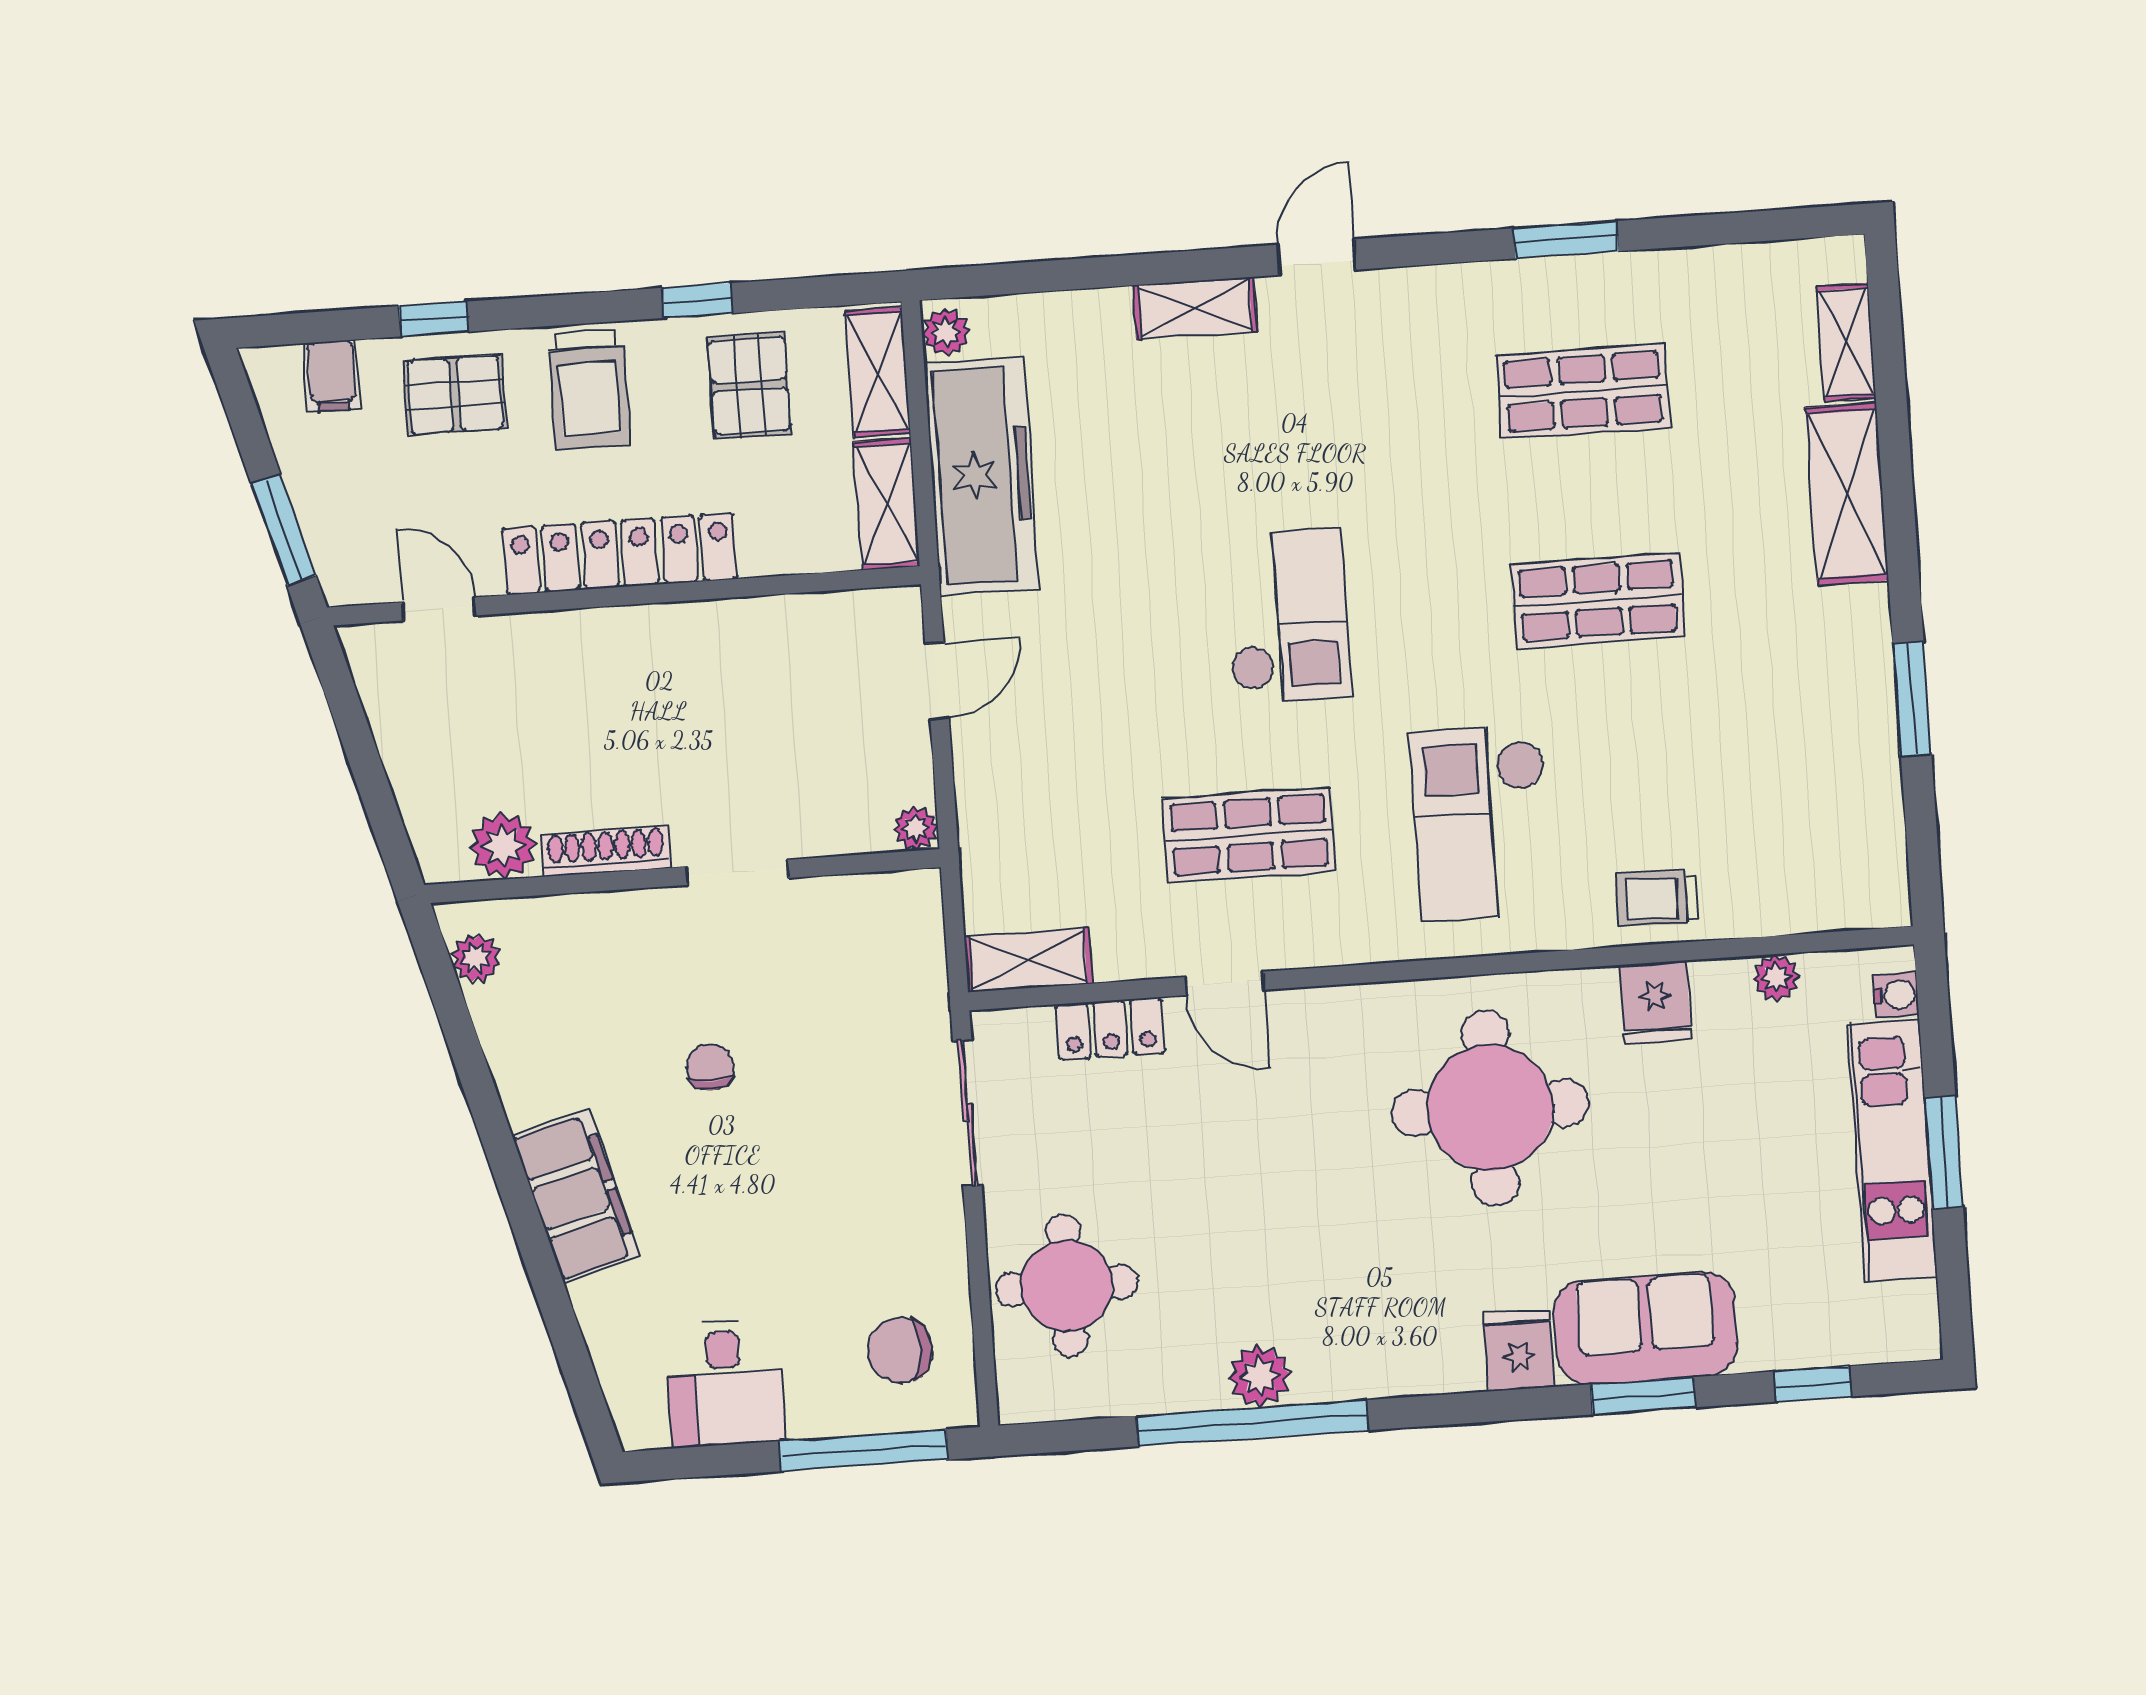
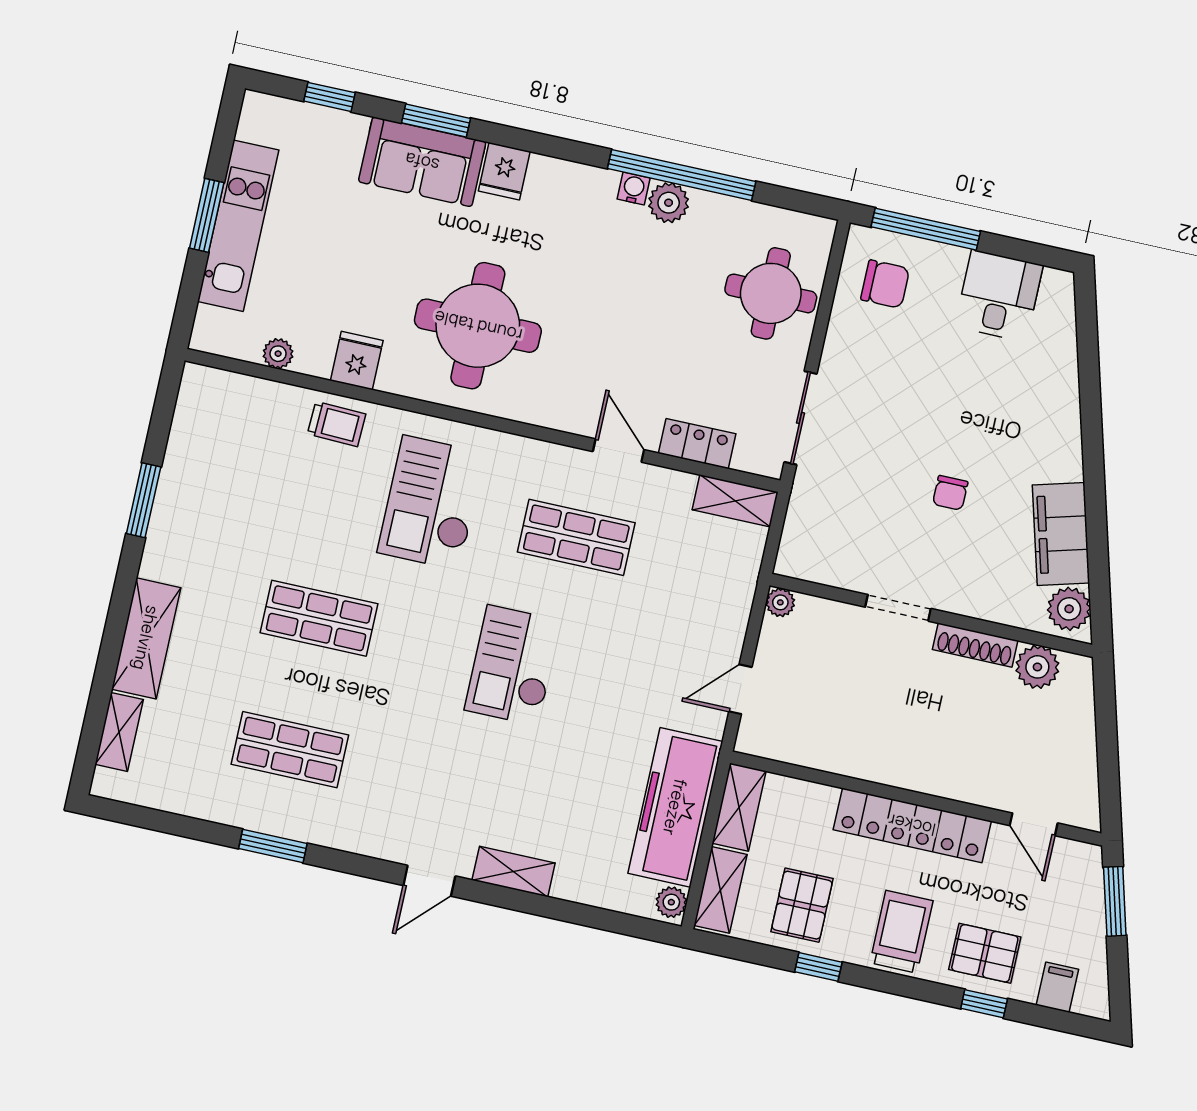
checkout: (1481, 823) -> (431, 503), turned 180
plant: (476, 958) -> (1069, 609), width x1.38, depth x1.38
water cooler: (1896, 995) -> (634, 189), moved, turned 90
filing cabinet: (576, 1197) -> (1061, 534), moved

